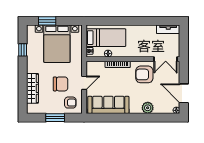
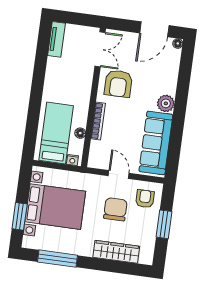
window: (23, 50) -> (58, 259), width x2.17
plant: (148, 108) -> (166, 103), moved

